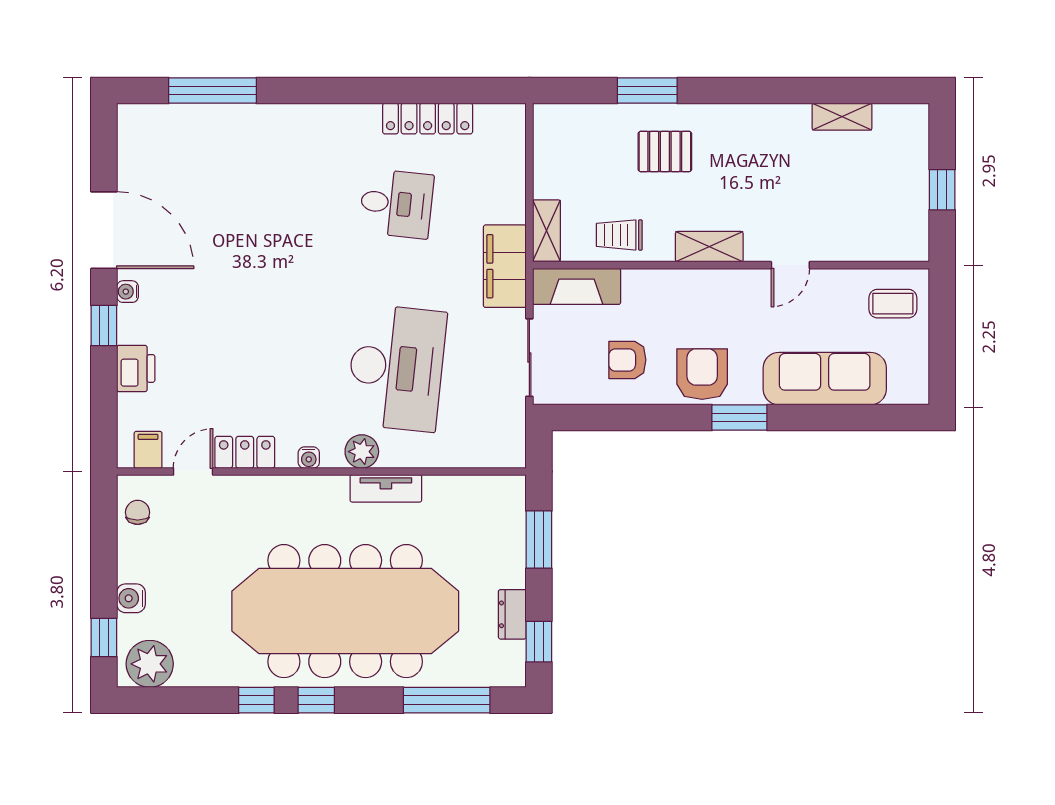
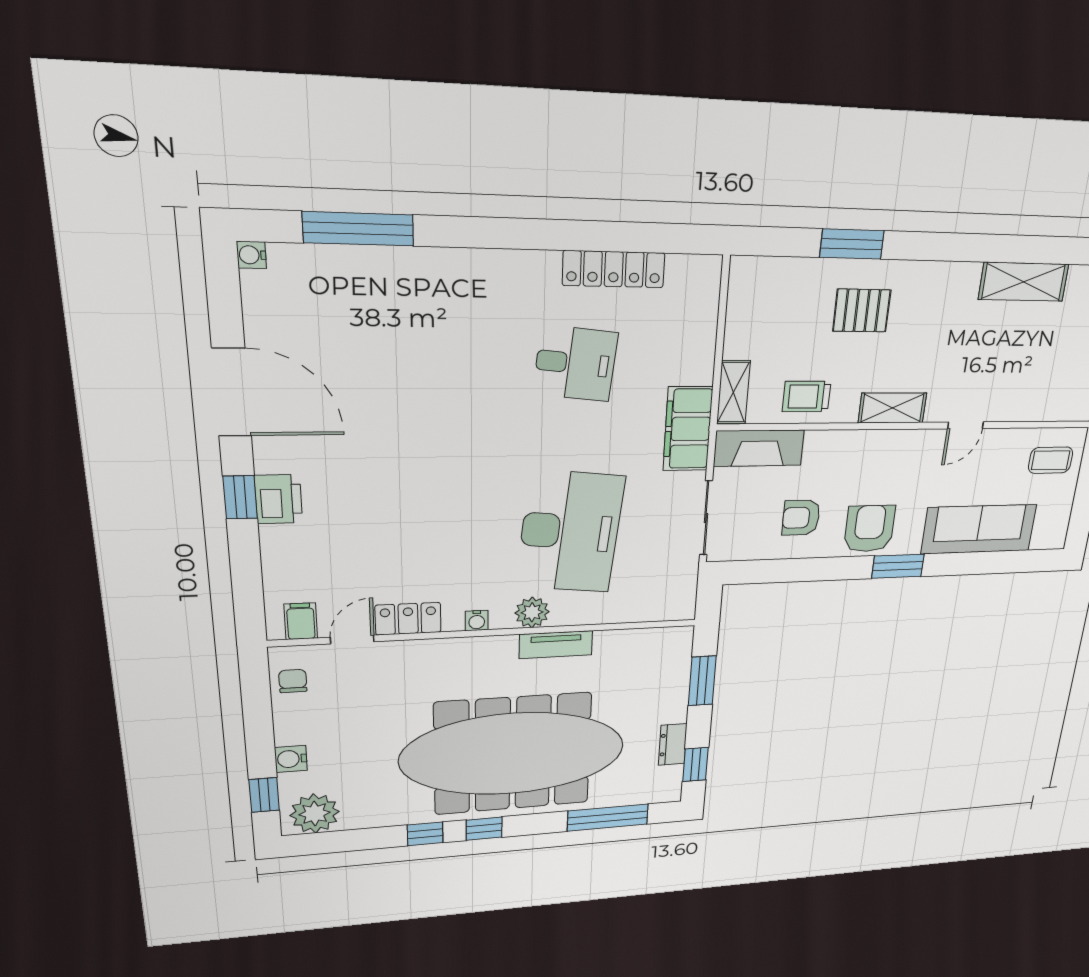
shelving: (842, 117) -> (1024, 282), width x1.50, depth x1.33
water cooler: (128, 292) -> (251, 255), moved
printer: (136, 368) -> (278, 499), moved

